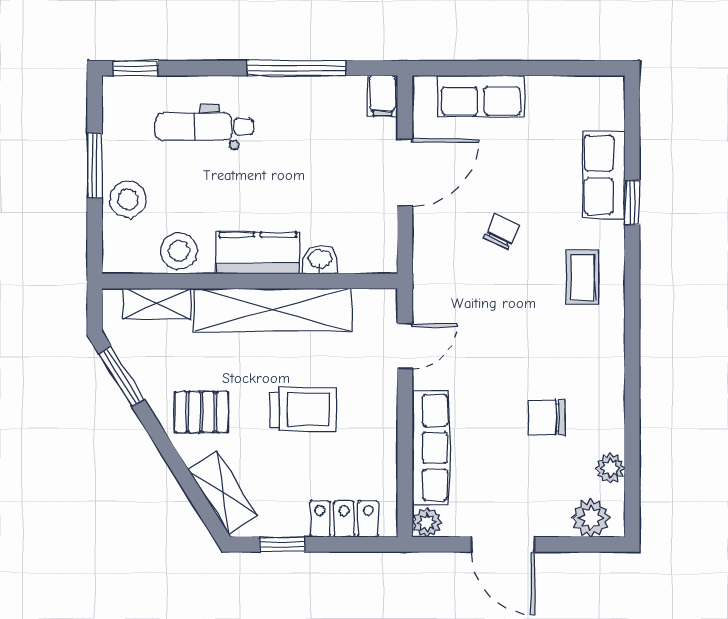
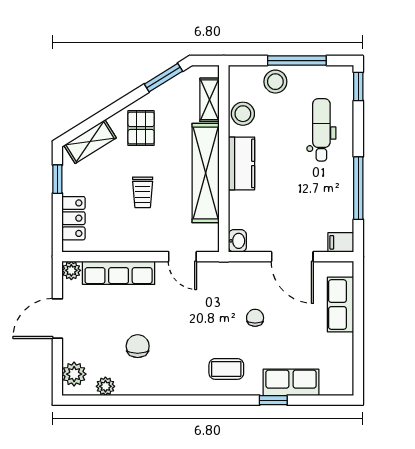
window: (95, 165) -> (297, 61), width x1.44
chair: (502, 232) -> (255, 318), turned -117
washbasin: (320, 260) -> (237, 241), moved
trolley: (303, 409) -> (143, 192), width x0.73, depth x0.72

